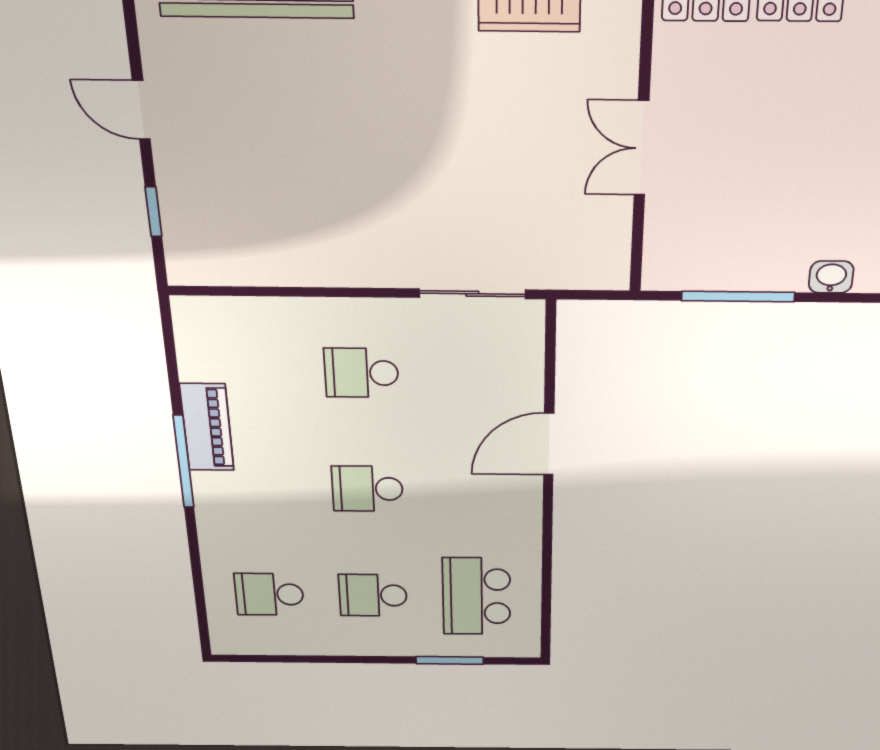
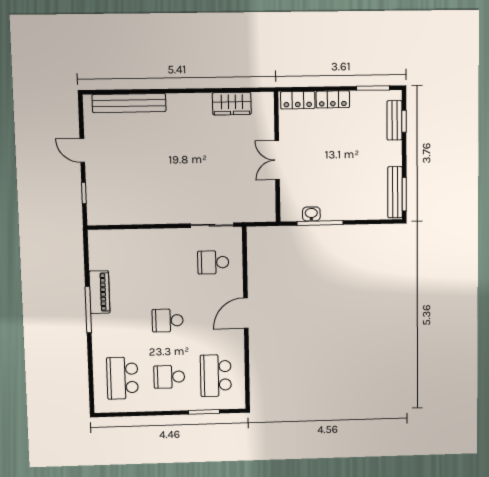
washbasin: (831, 277) -> (311, 214), moved
school desk: (361, 373) -> (213, 262), moved
door: (549, 444) -> (246, 313), moved
school desk: (269, 594) -> (122, 378), width x1.85

